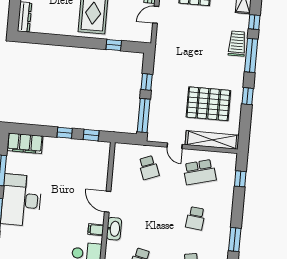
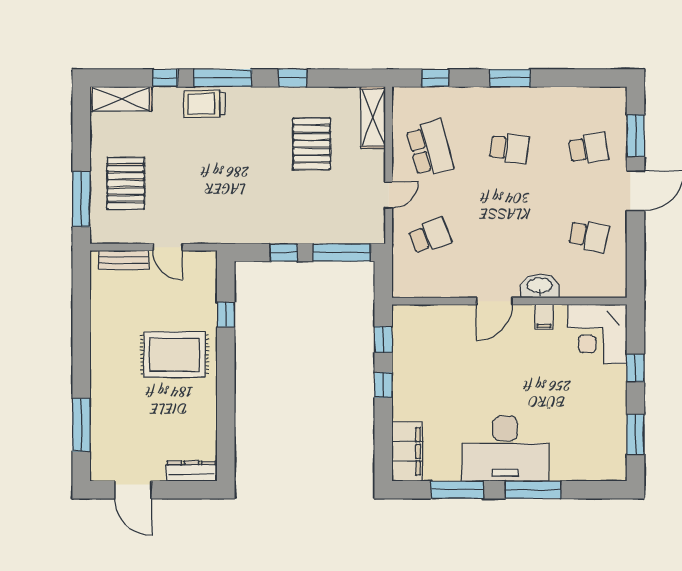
pallet: (208, 104) -> (312, 144), width x0.73, depth x0.71
shelving: (212, 140) -> (373, 117), width x0.68
window: (235, 240) -> (510, 78), moved

